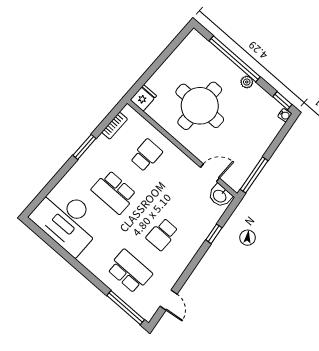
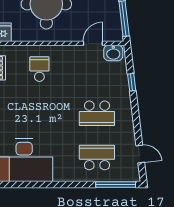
school desk: (114, 192) -> (39, 113), removed
school desk: (162, 234) -> (97, 113), width x1.85

